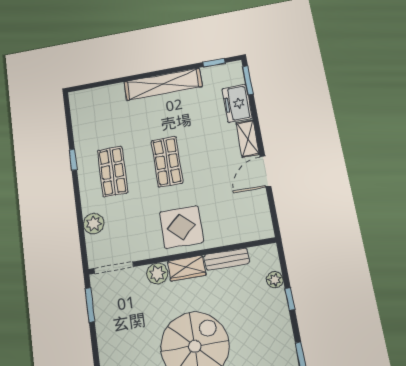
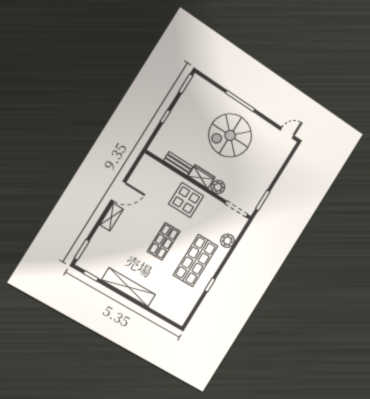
freezer: (237, 104) -> (99, 241), removed
shop shelf: (113, 171) -> (195, 261), width x1.43, depth x1.36
plant: (275, 280) -> (164, 132), removed

